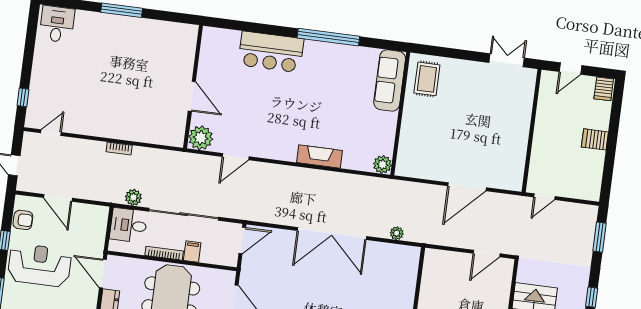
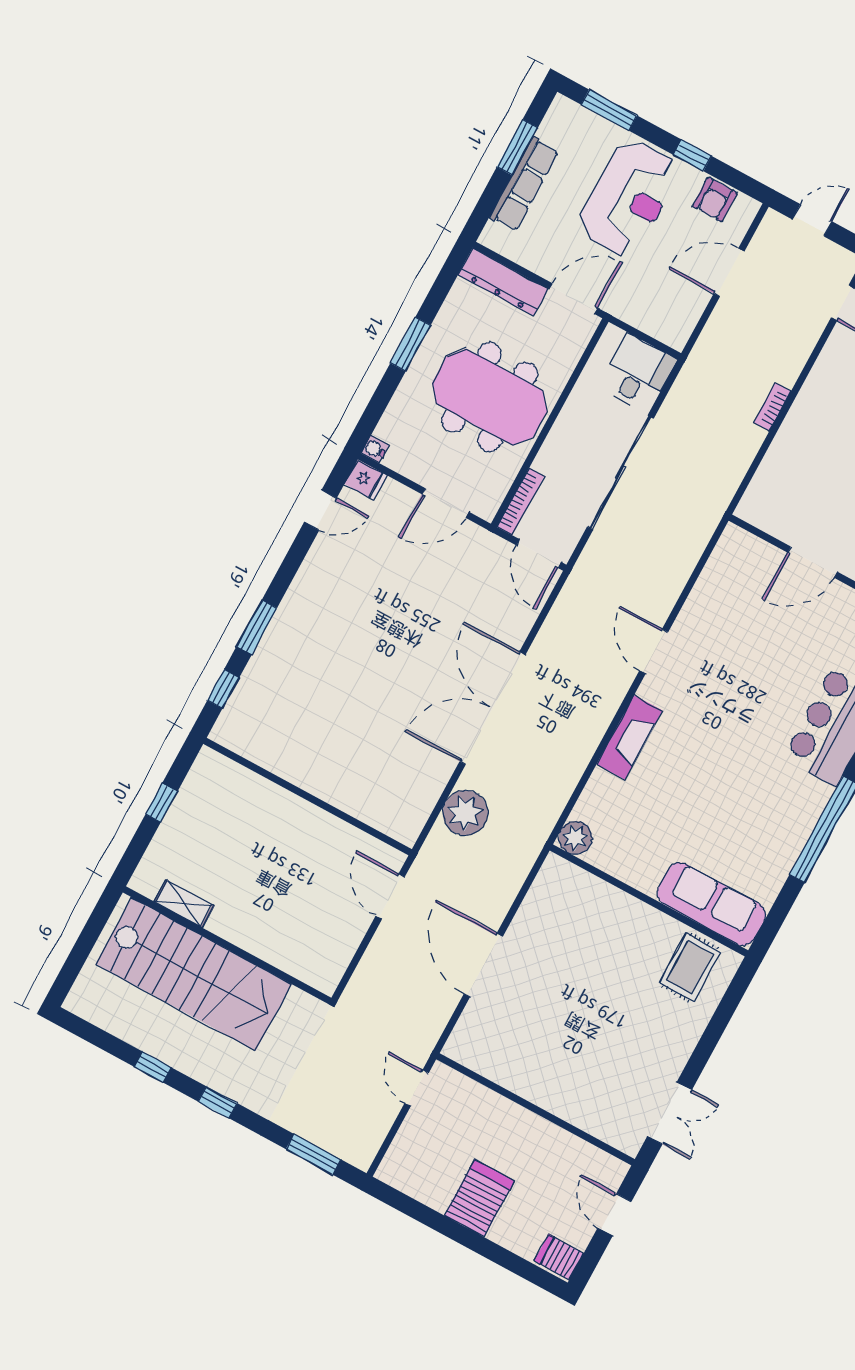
rug: (427, 79) -> (690, 968), turned 90
plant: (201, 138) -> (738, 550), removed
server rack: (595, 139) -> (479, 1198), width x1.36, depth x1.44
door: (236, 157) -> (654, 651), moved
plant: (133, 197) -> (681, 399), removed
plant: (397, 233) -> (465, 813), width x1.88, depth x1.88
filing cabinet: (192, 252) -> (552, 463), removed
bookcase: (164, 253) -> (521, 502), moved
door: (487, 254) -> (390, 896), moved

